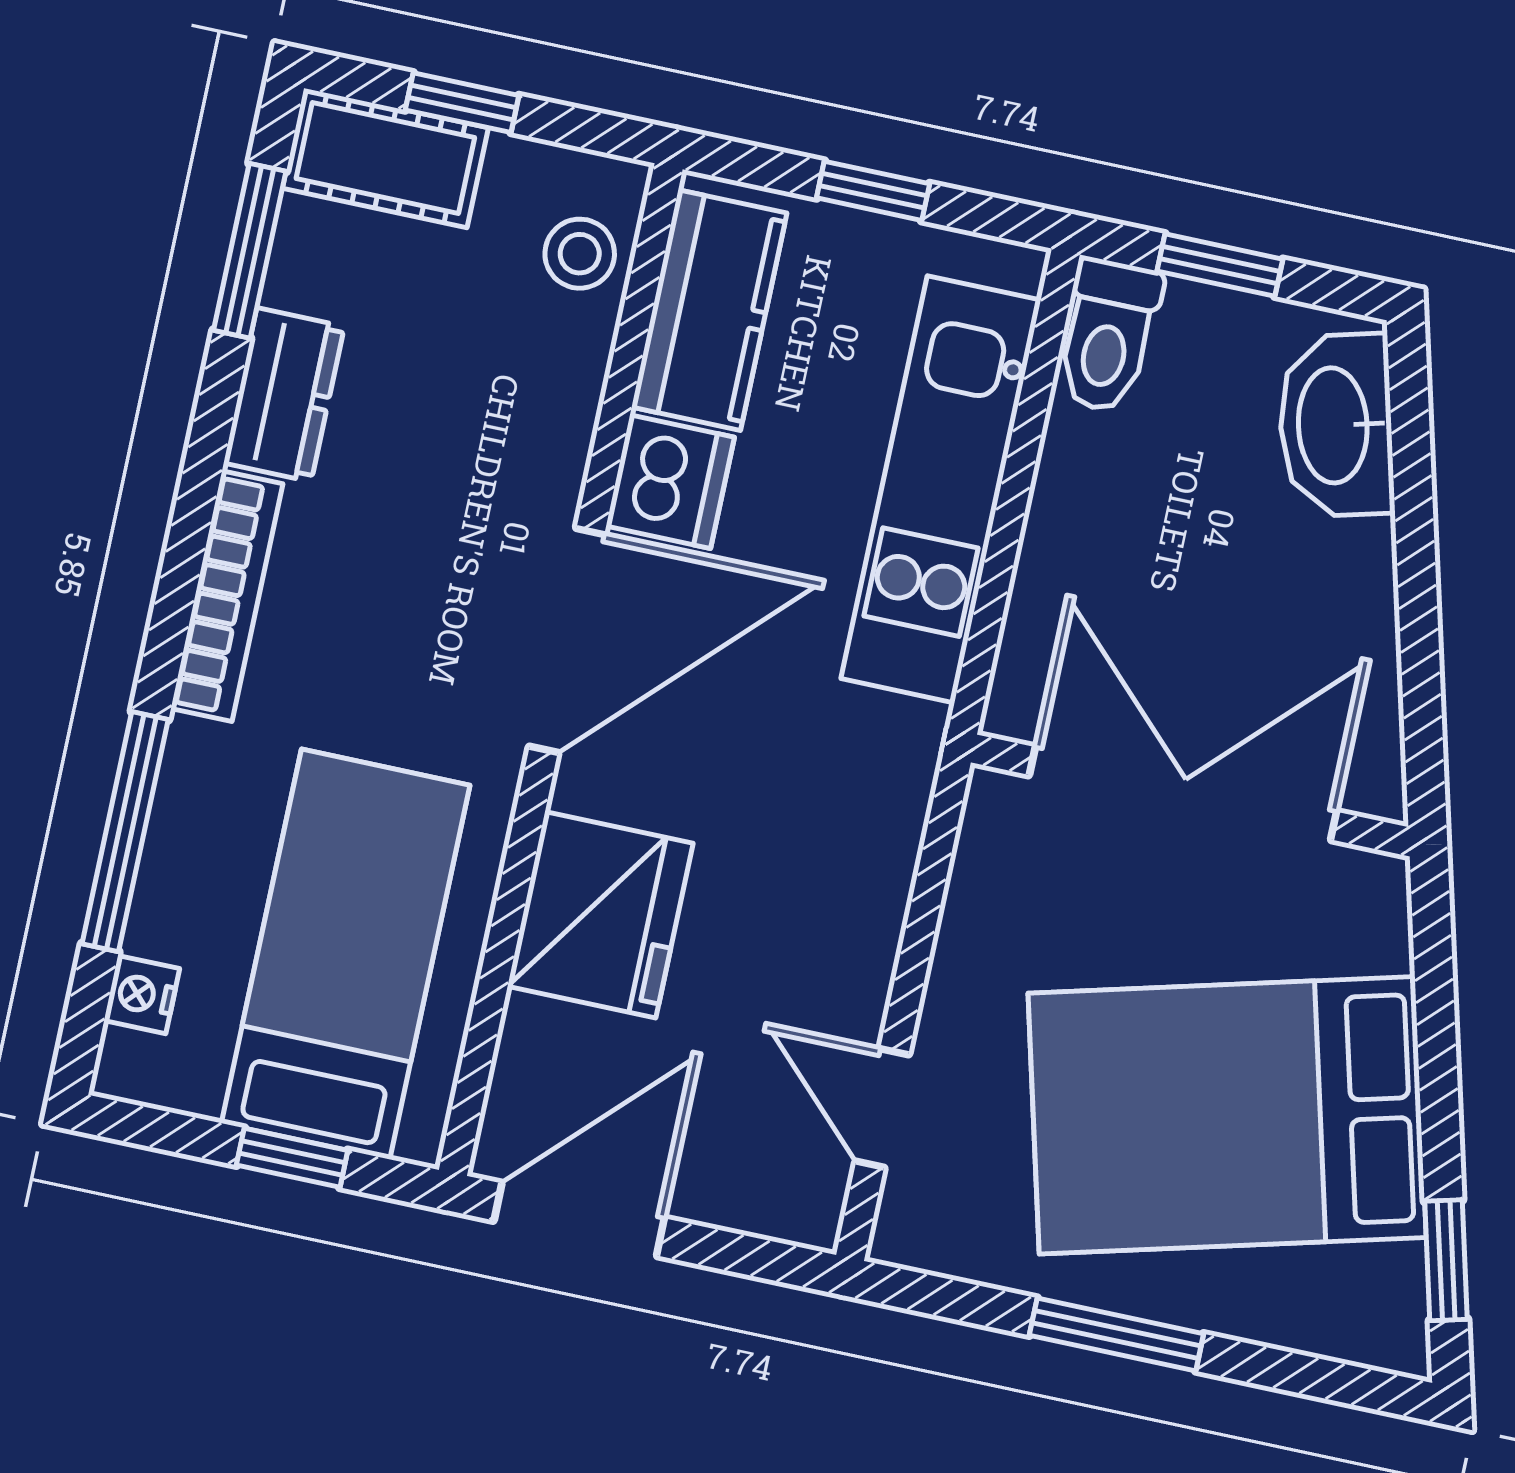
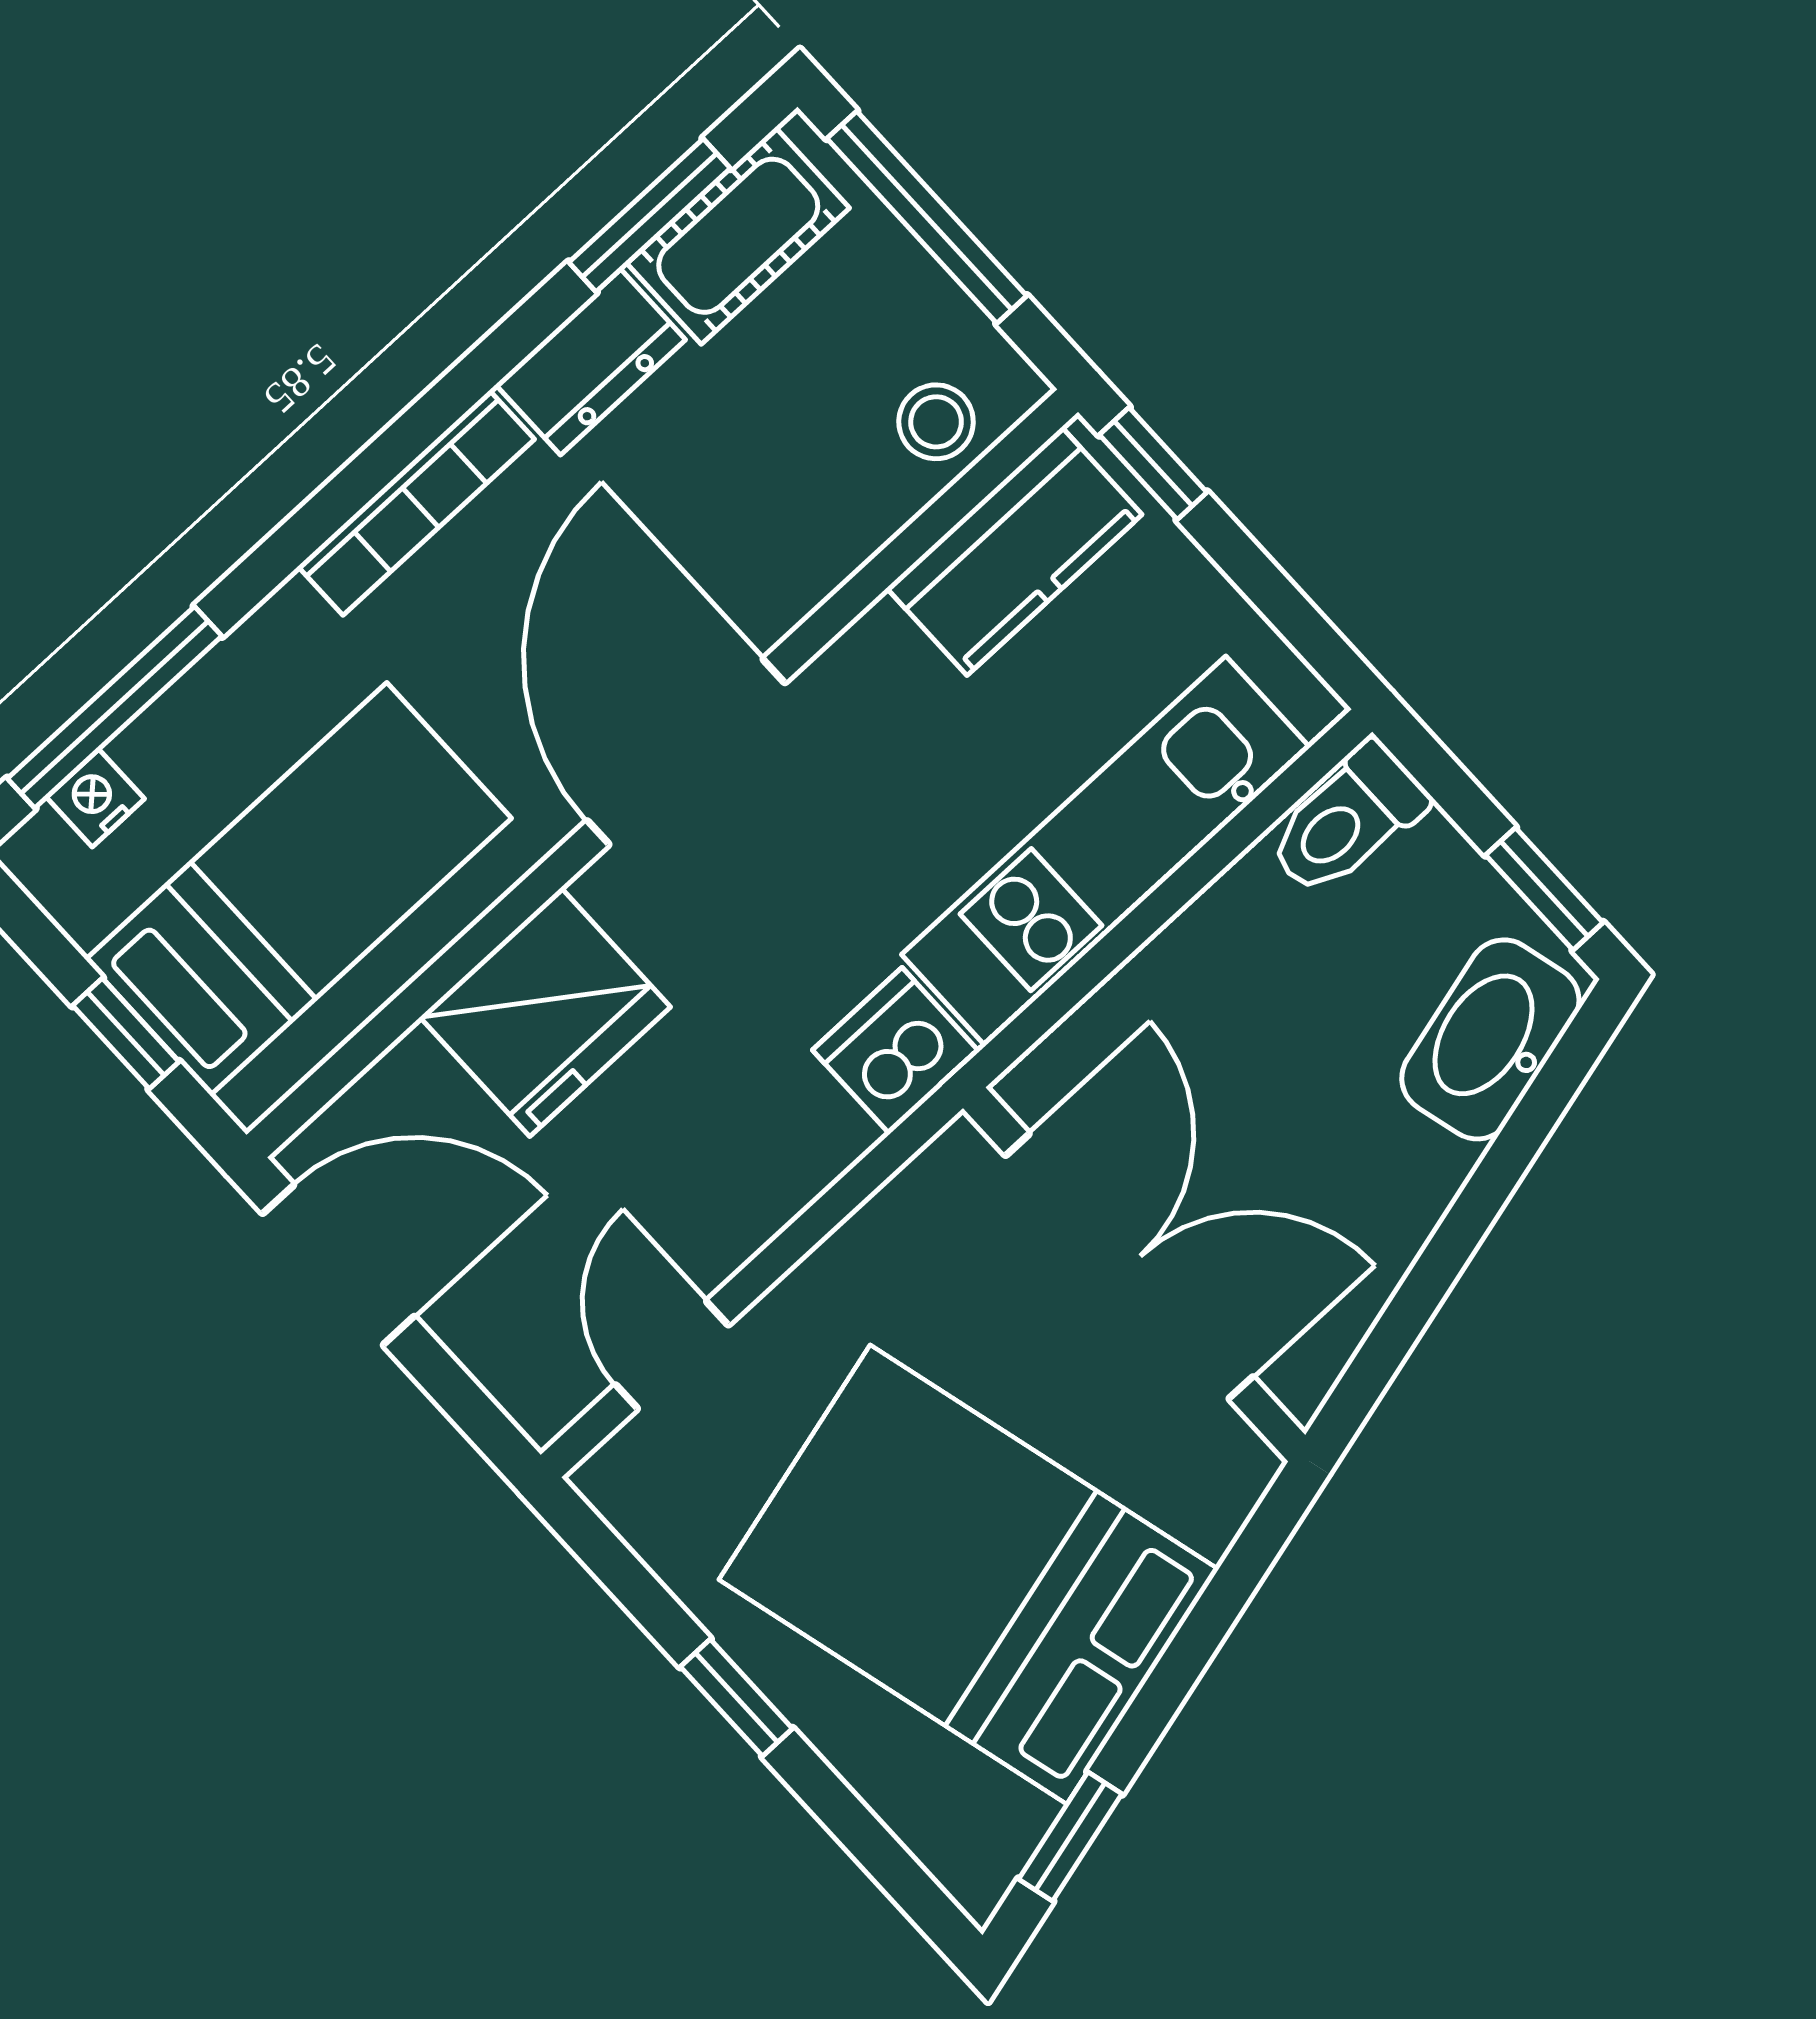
window: (462, 103) -> (927, 217), width x2.17
cot: (385, 158) -> (738, 236), moved, turned 90
window: (873, 191) -> (1153, 463), moved
window: (1220, 265) -> (1544, 889), moved
dishwasher: (670, 482) -> (896, 1051), moved, turned 180
door: (567, 640) -> (686, 752), swing flipped
window: (125, 832) -> (115, 707), moved
window: (1116, 1335) -> (736, 1698), width x0.67

